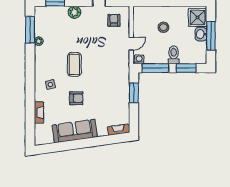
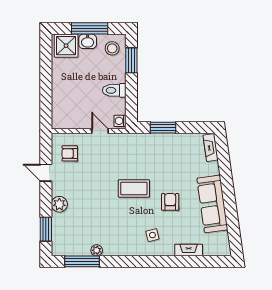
stool: (163, 27) -> (112, 48), moved
toilet: (174, 55) -> (114, 90), moved
coffee table: (74, 64) -> (134, 188), moved
window: (155, 68) -> (131, 100), removed

